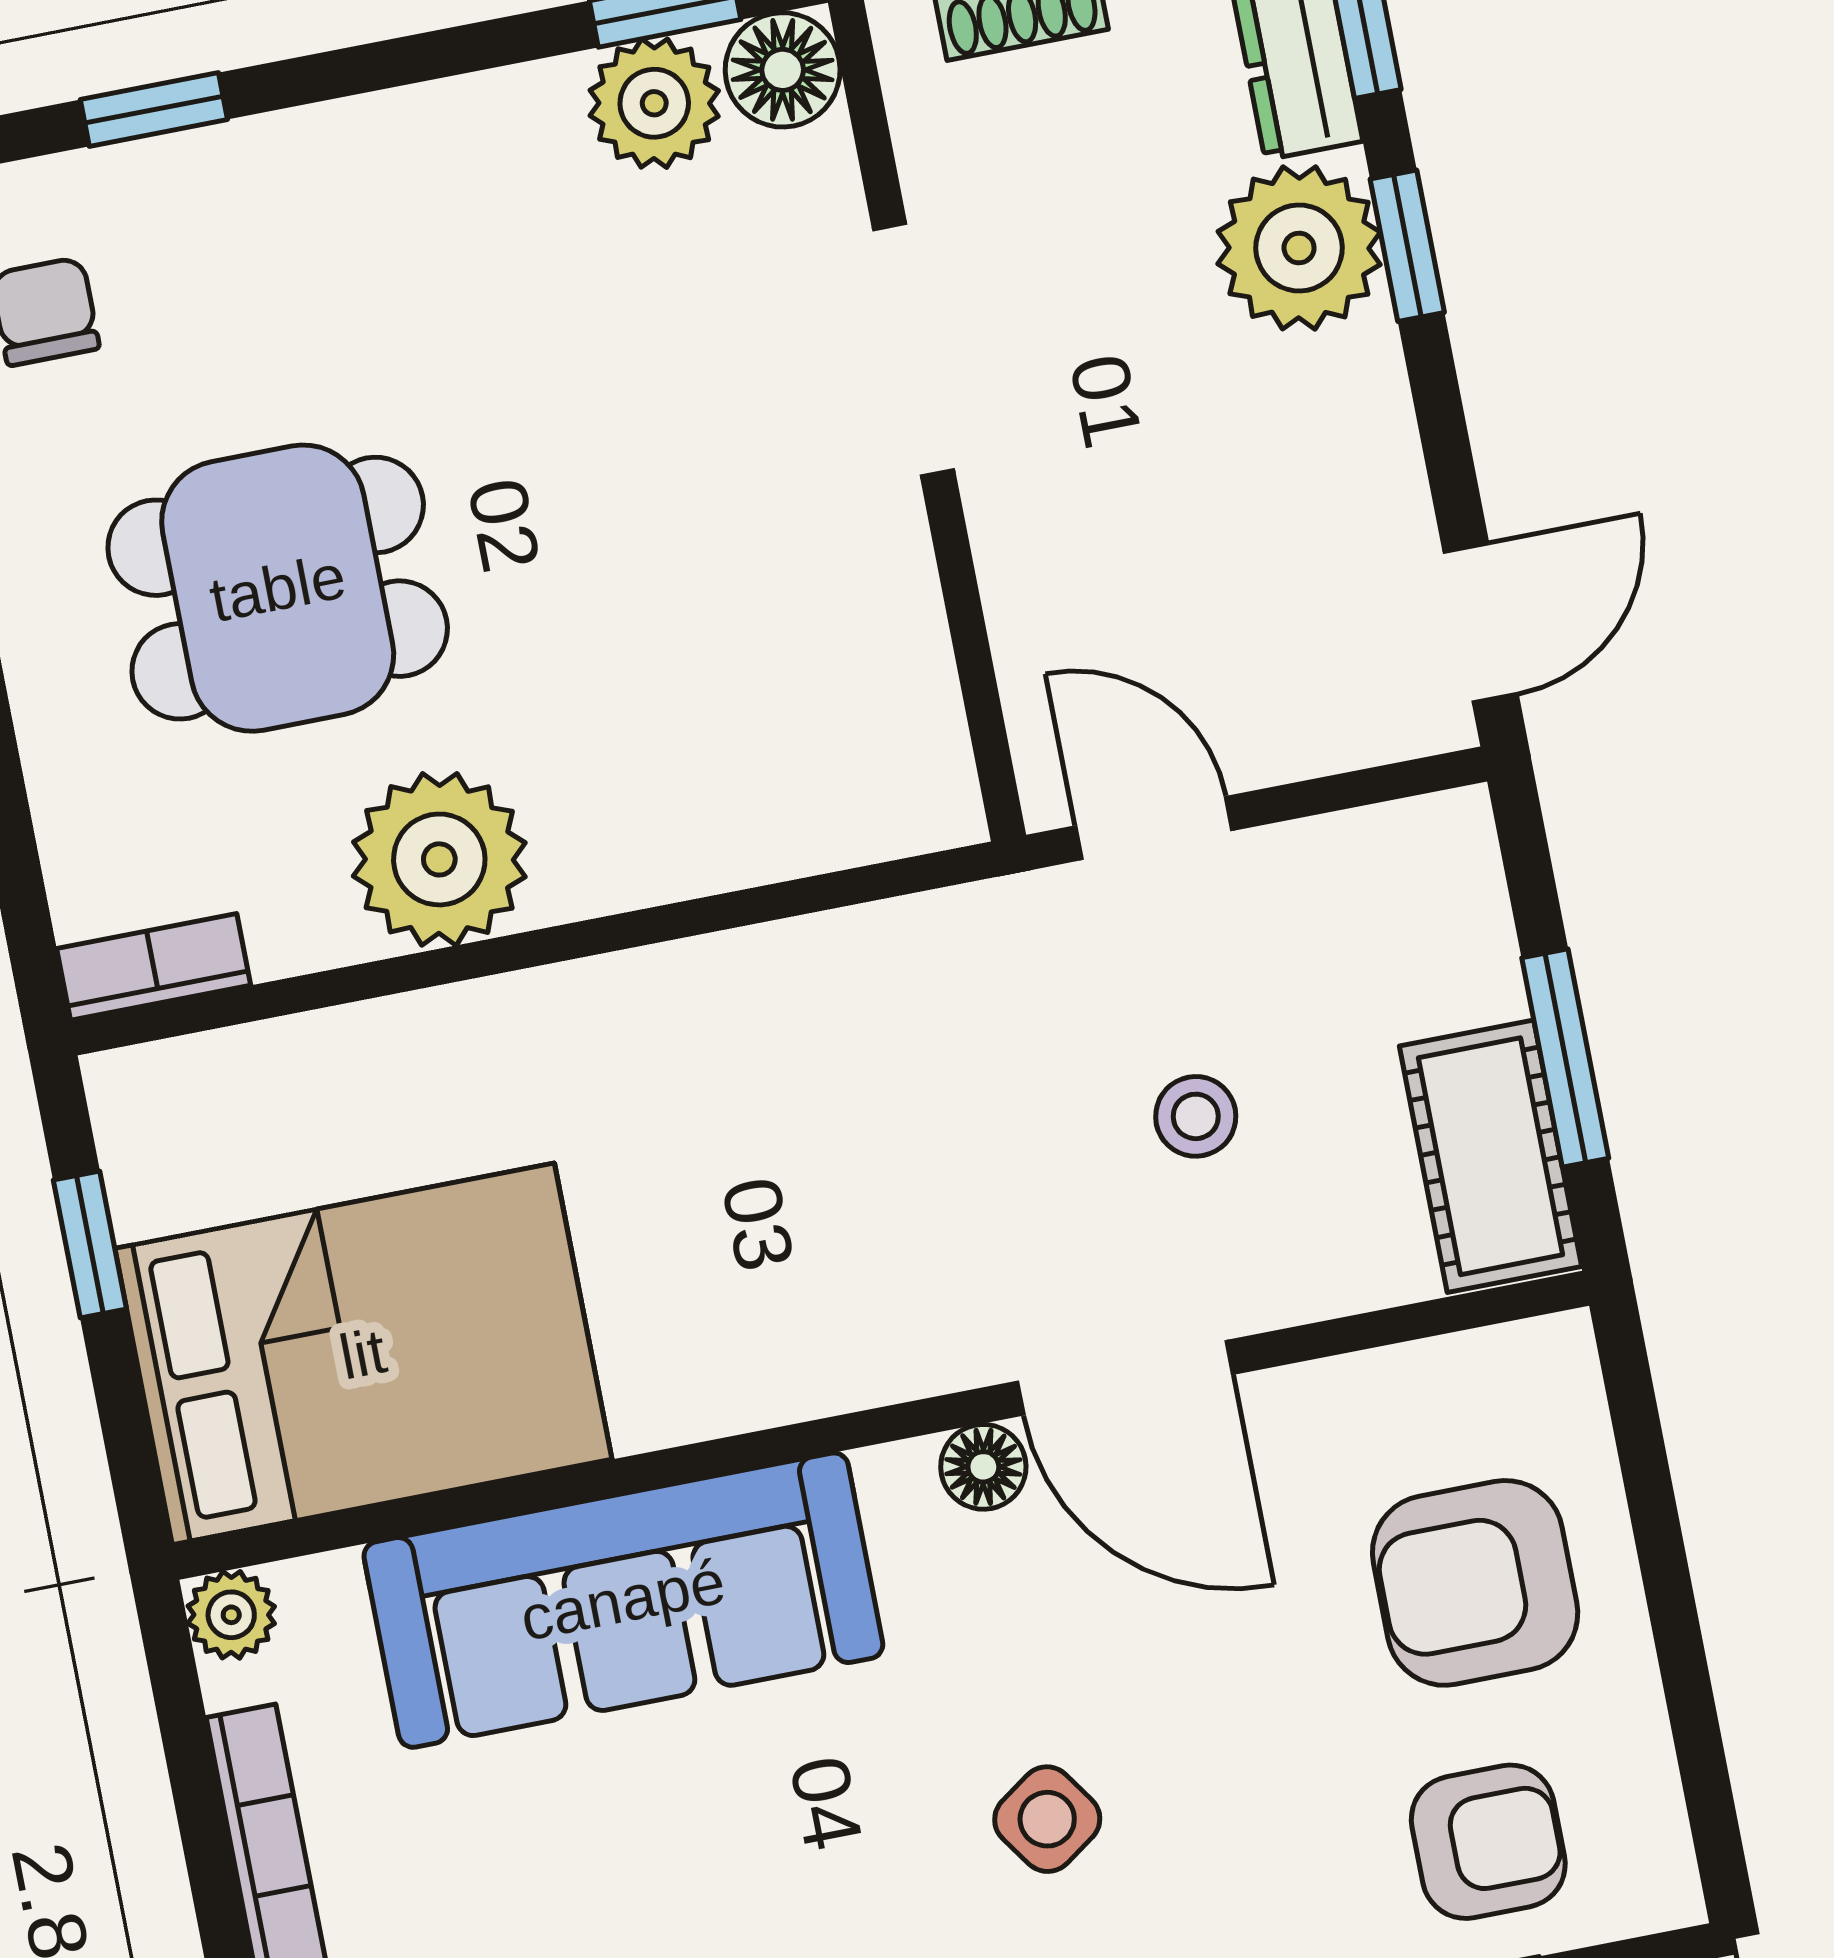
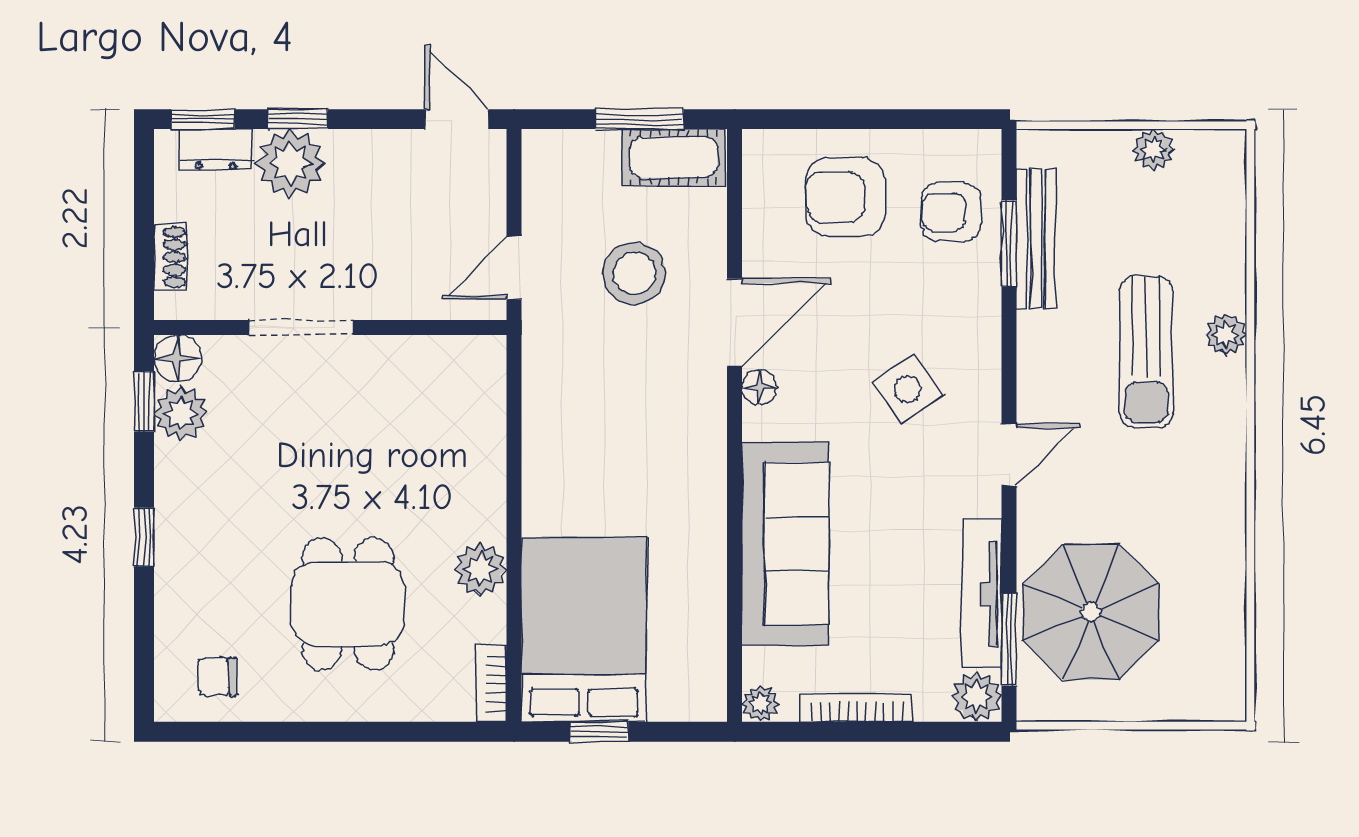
window: (154, 109) -> (144, 537), moved
plant: (439, 859) -> (480, 569), width x0.73, depth x0.73
stool: (1196, 1116) -> (634, 273), width x1.89, depth x1.89
bed: (363, 1354) -> (584, 630), moved
armchair: (1475, 1583) -> (845, 197), turned 90
side table: (1047, 1819) -> (907, 389), width x1.37, depth x1.37
armchair: (1488, 1842) -> (951, 212), turned -90

